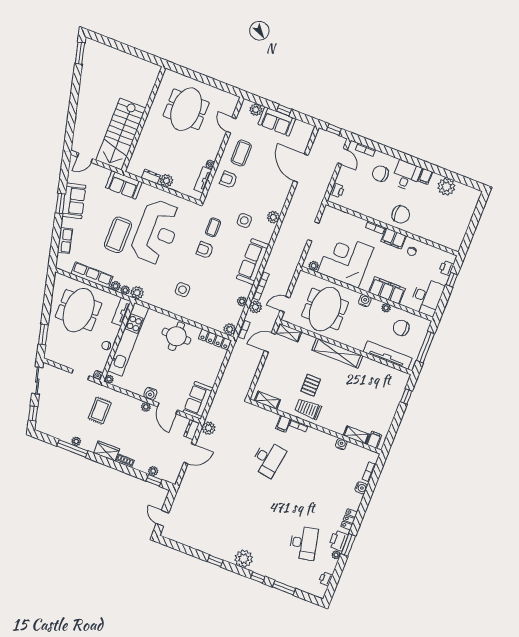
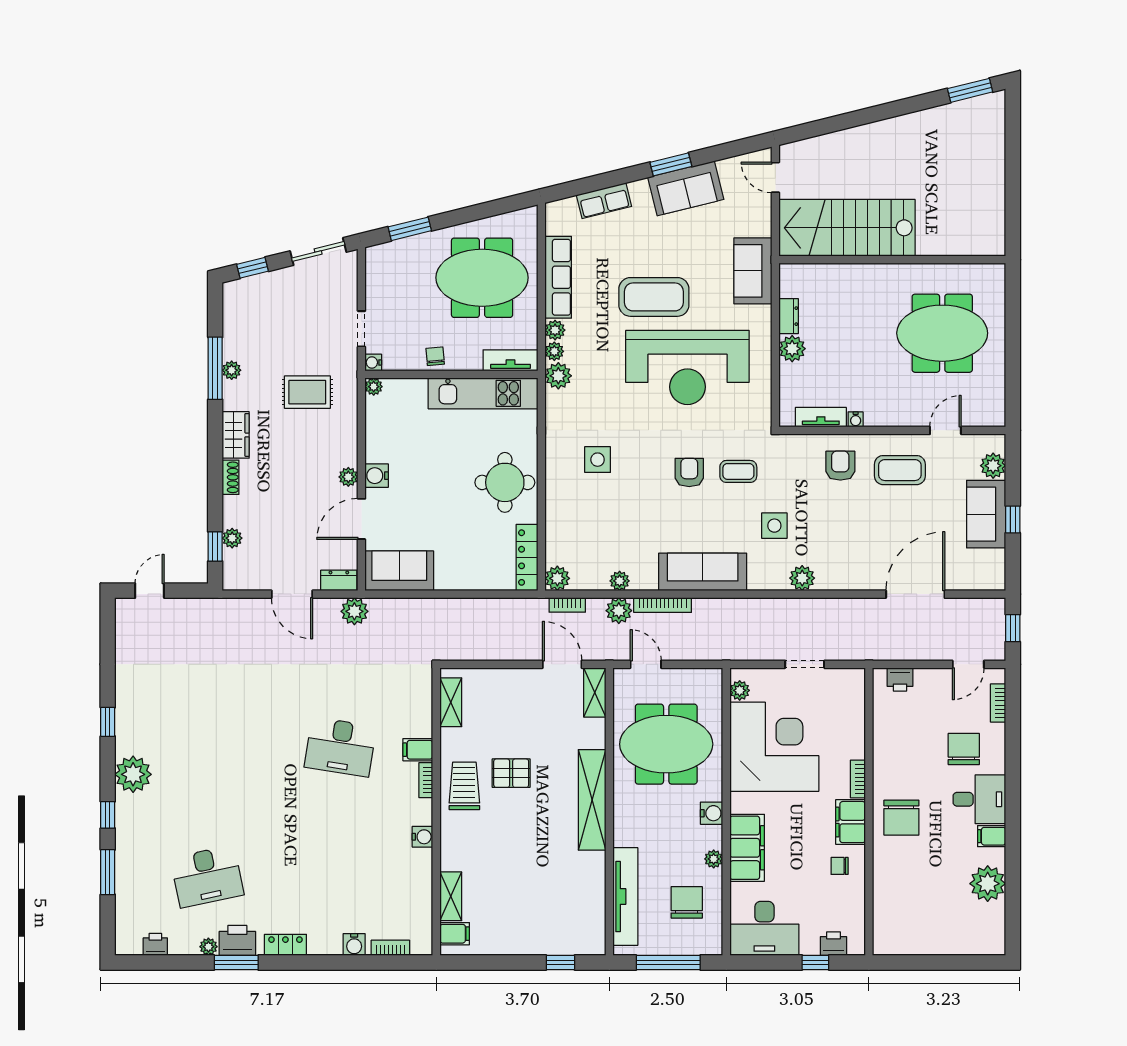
kitchen unit: (128, 339) -> (483, 393), width x0.73
water cooler: (341, 444) -> (422, 837), moved

